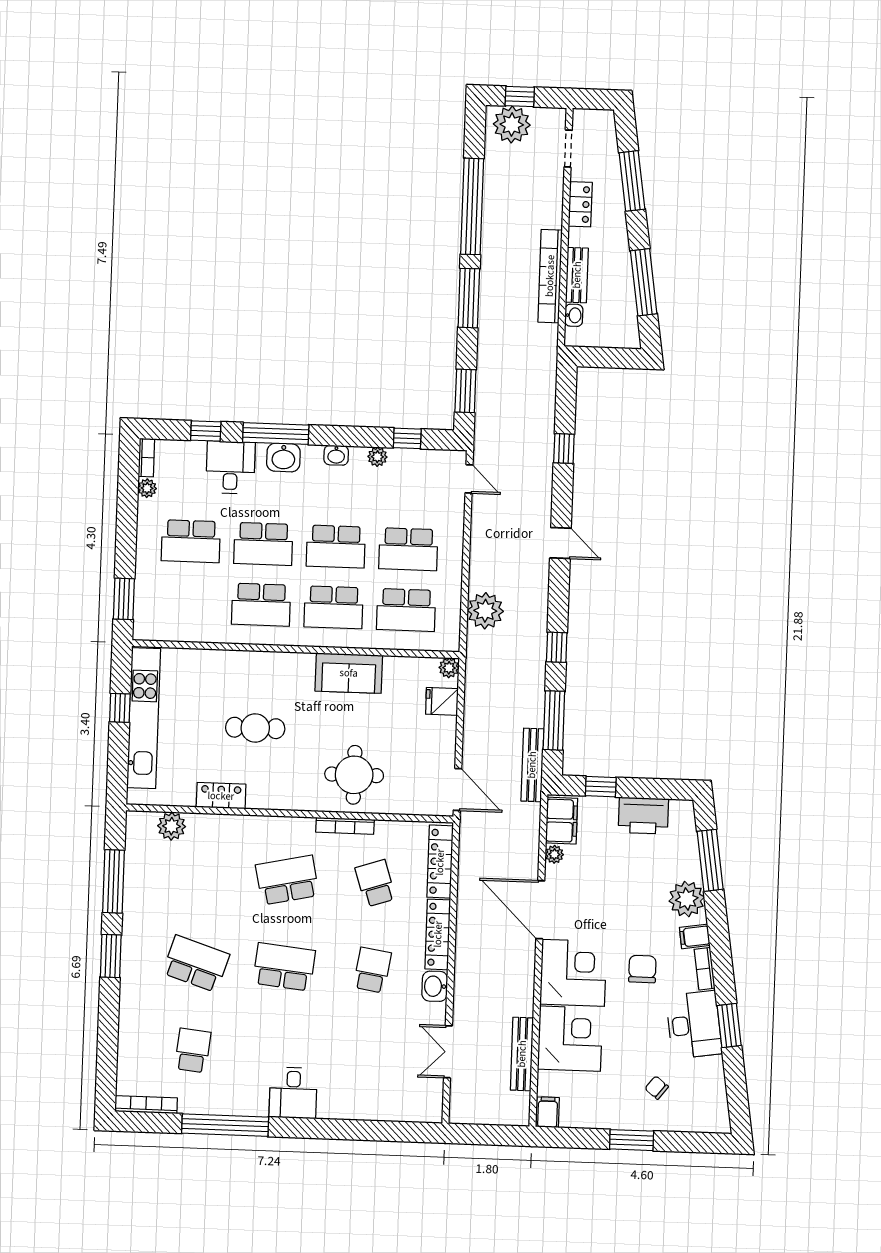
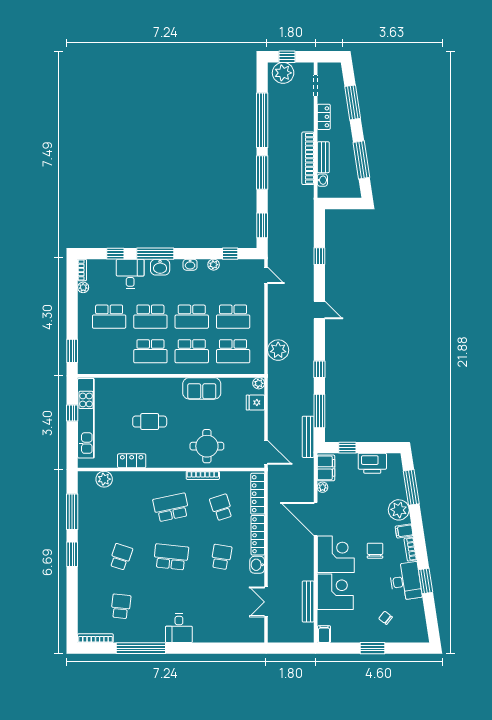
school desk: (196, 964) -> (121, 557), width x0.54

